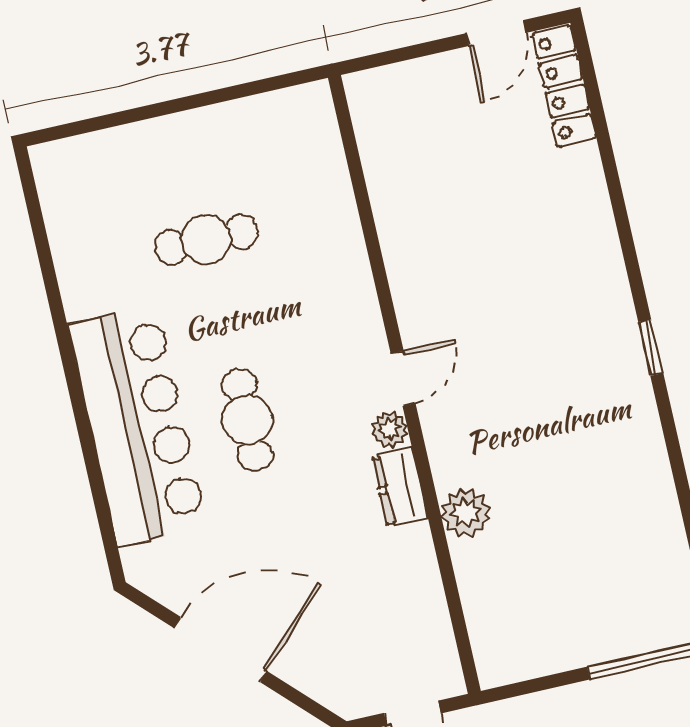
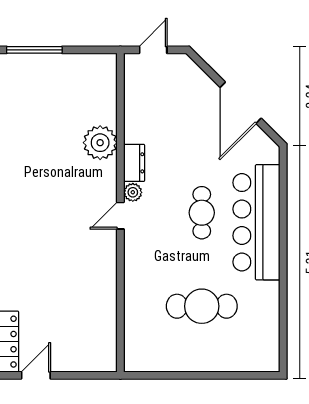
cafe table: (206, 239) -> (202, 306), width x1.37, depth x1.35
plant: (466, 513) -> (100, 143), width x1.36, depth x1.36
door: (220, 650) -> (241, 103), hinge flipped

